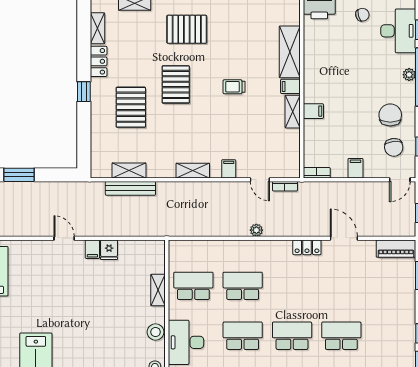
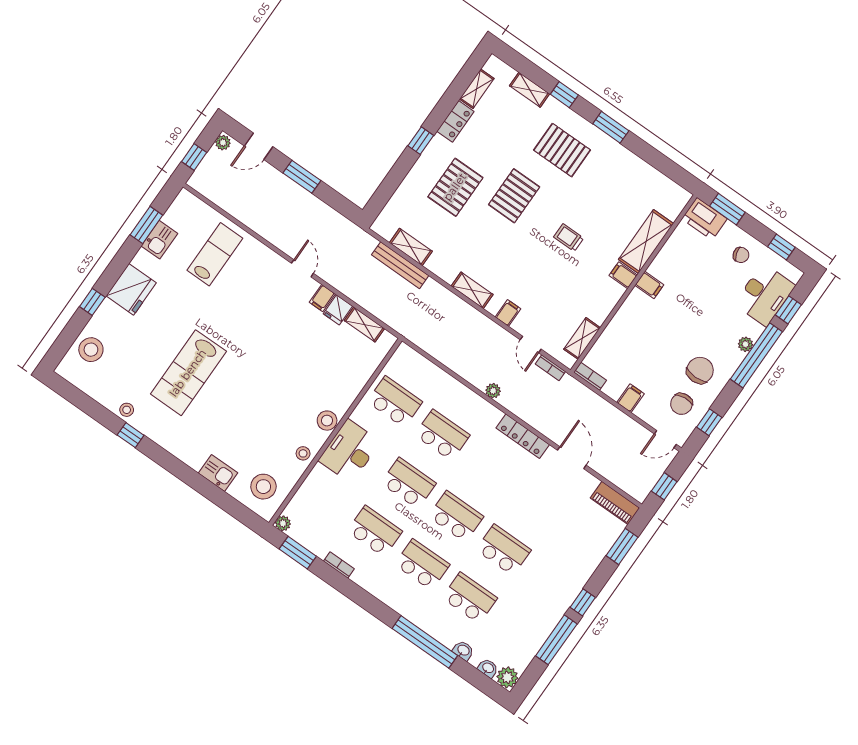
filing cabinet: (313, 111) -> (649, 285), moved
shelving: (293, 112) -> (582, 338), moved
locker: (307, 247) -> (523, 436), width x1.53
shelving: (158, 290) -> (364, 325), moved, turned 90

